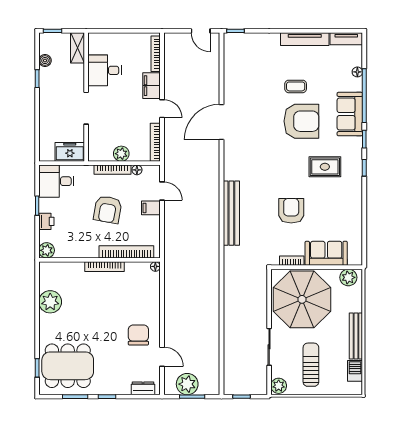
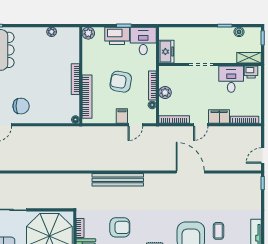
printer: (96, 45) -> (251, 72), added
printer: (46, 221) -> (117, 36), width x1.87, depth x1.48
plant: (50, 302) -> (52, 32), width x0.53, depth x0.53

